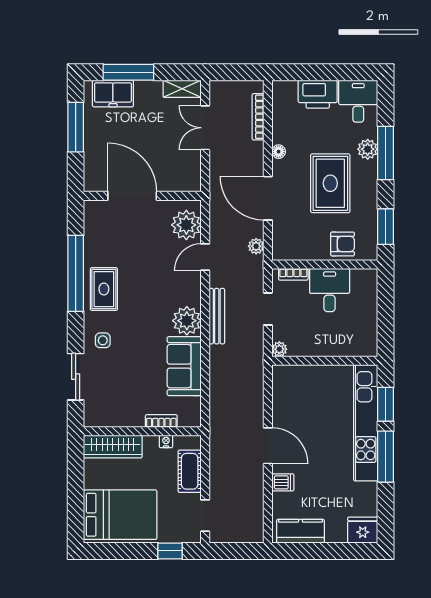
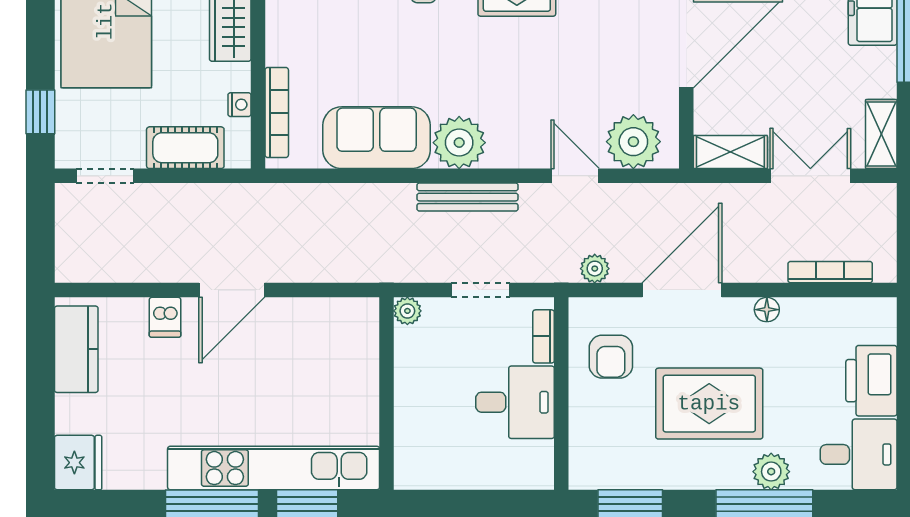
shelving: (192, 172) -> (730, 152), added
armchair: (343, 244) -> (611, 357), moved
bookcase: (161, 421) -> (277, 113), width x1.56

